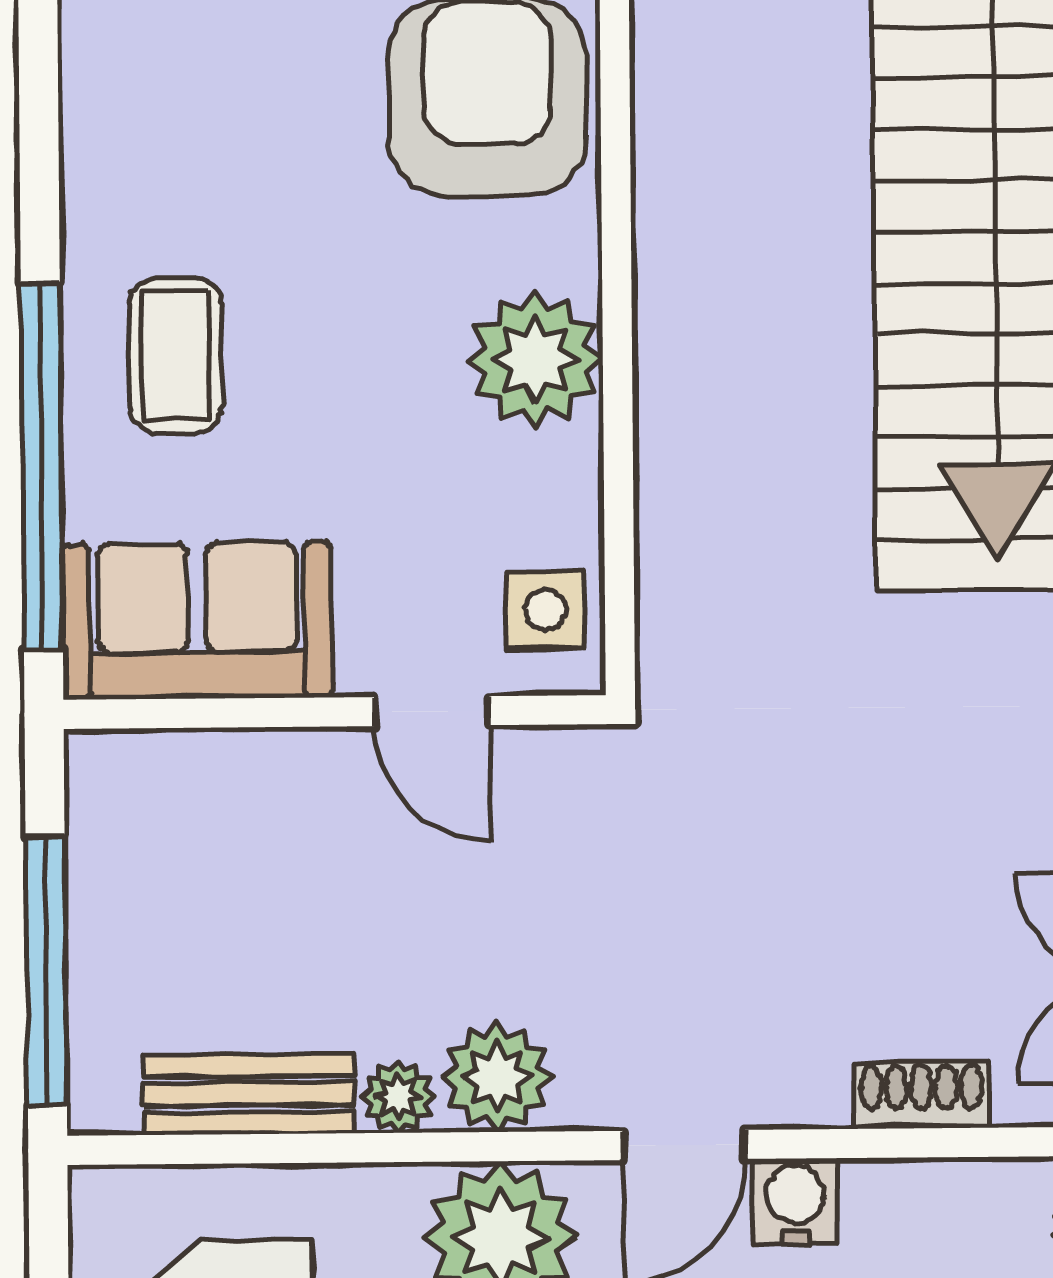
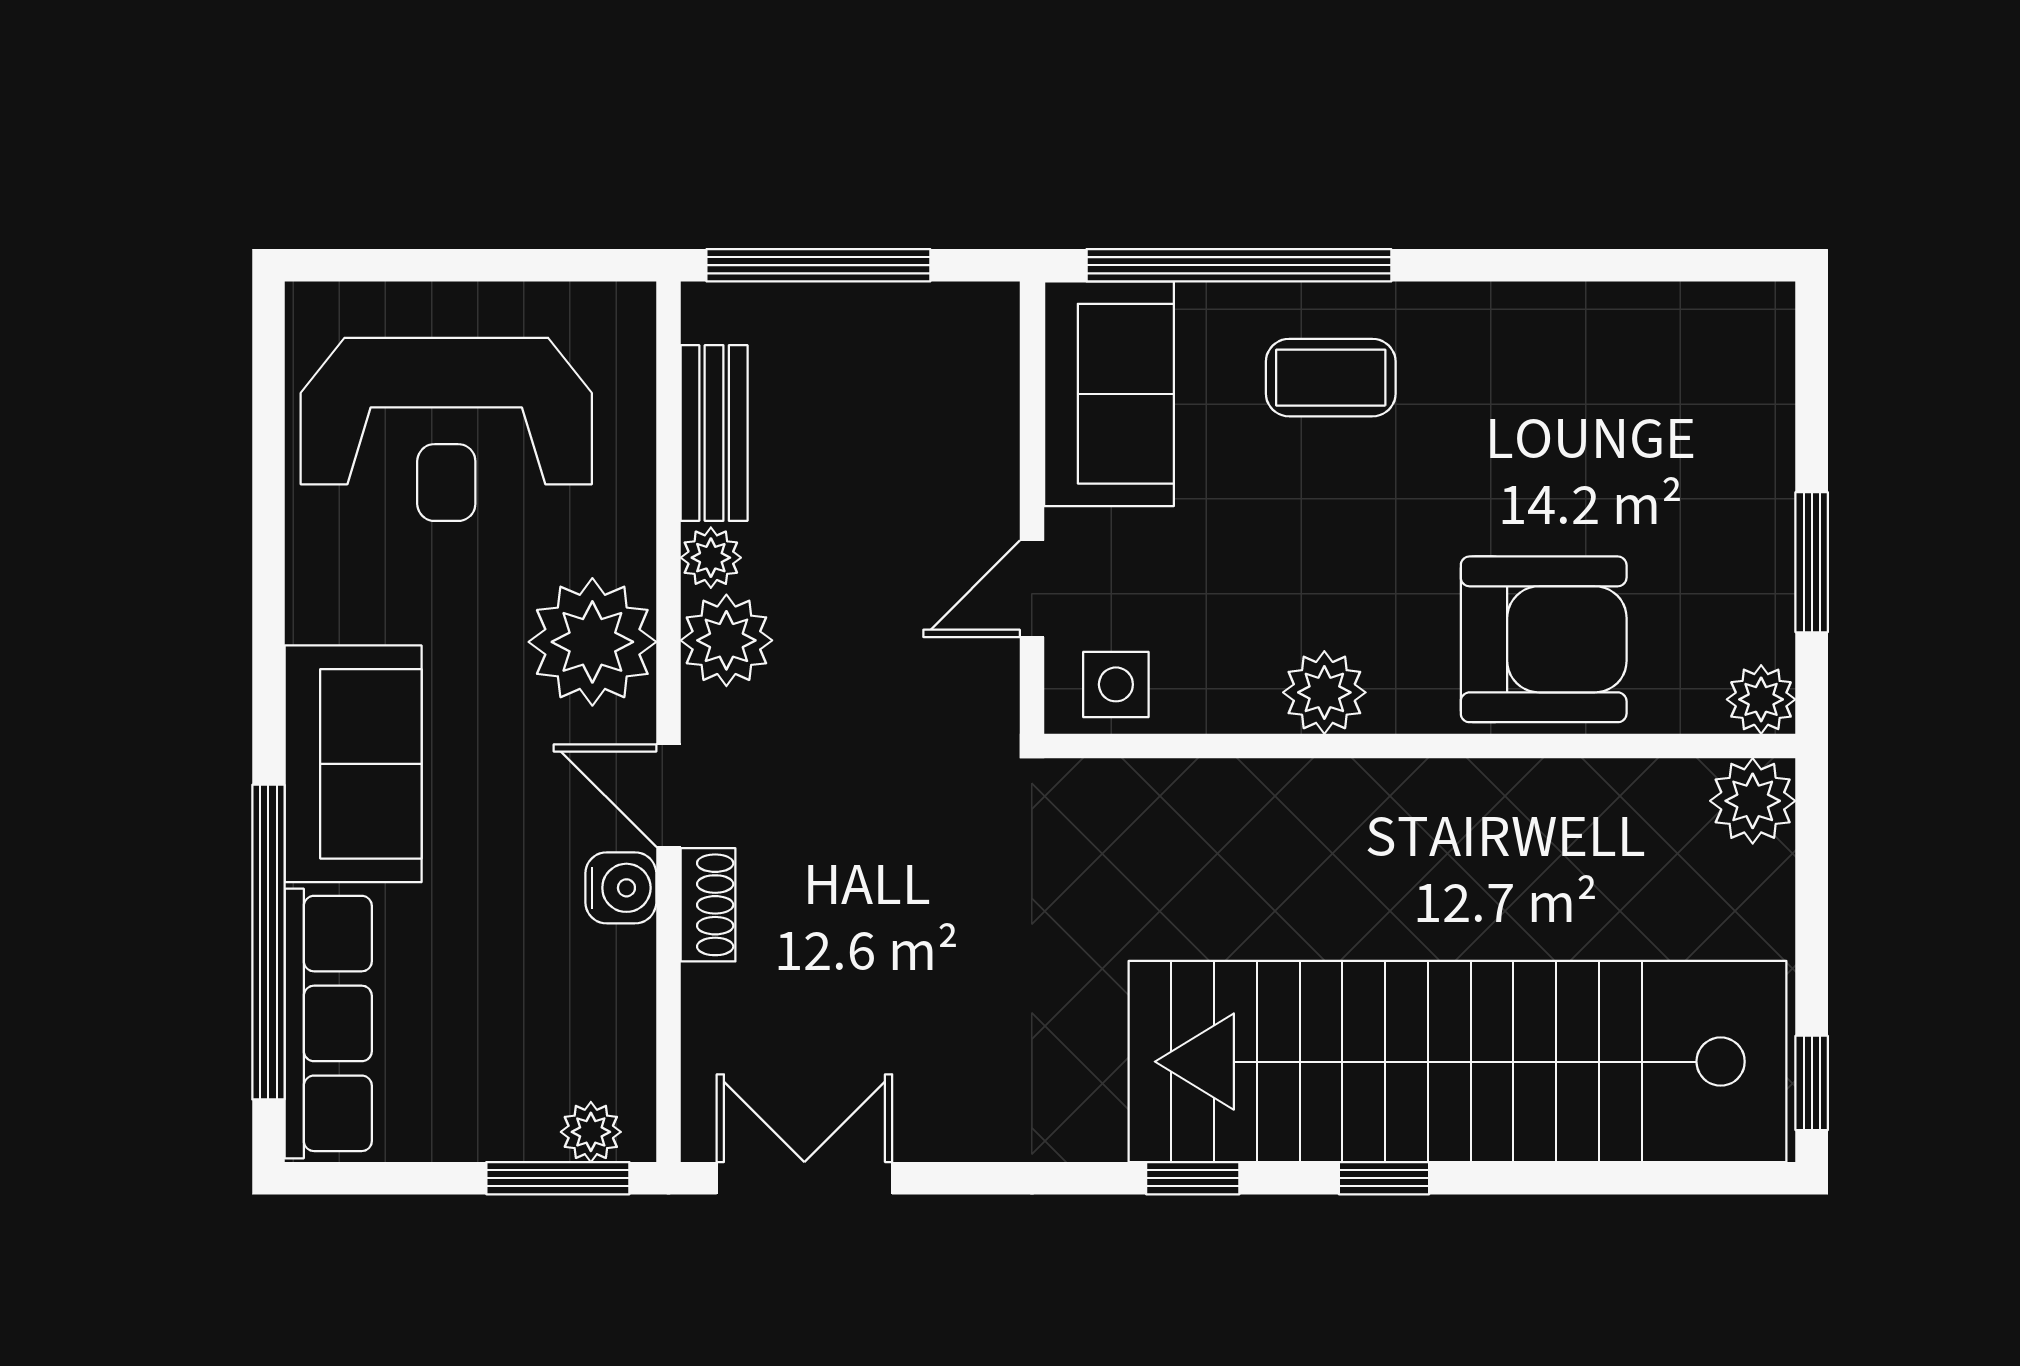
plant: (535, 360) -> (1324, 692), width x0.73, depth x0.73
shoe rack: (921, 1095) -> (708, 905), moved

